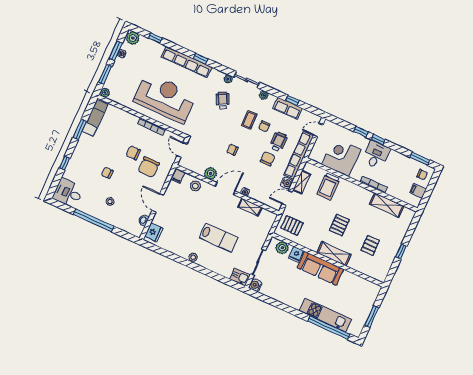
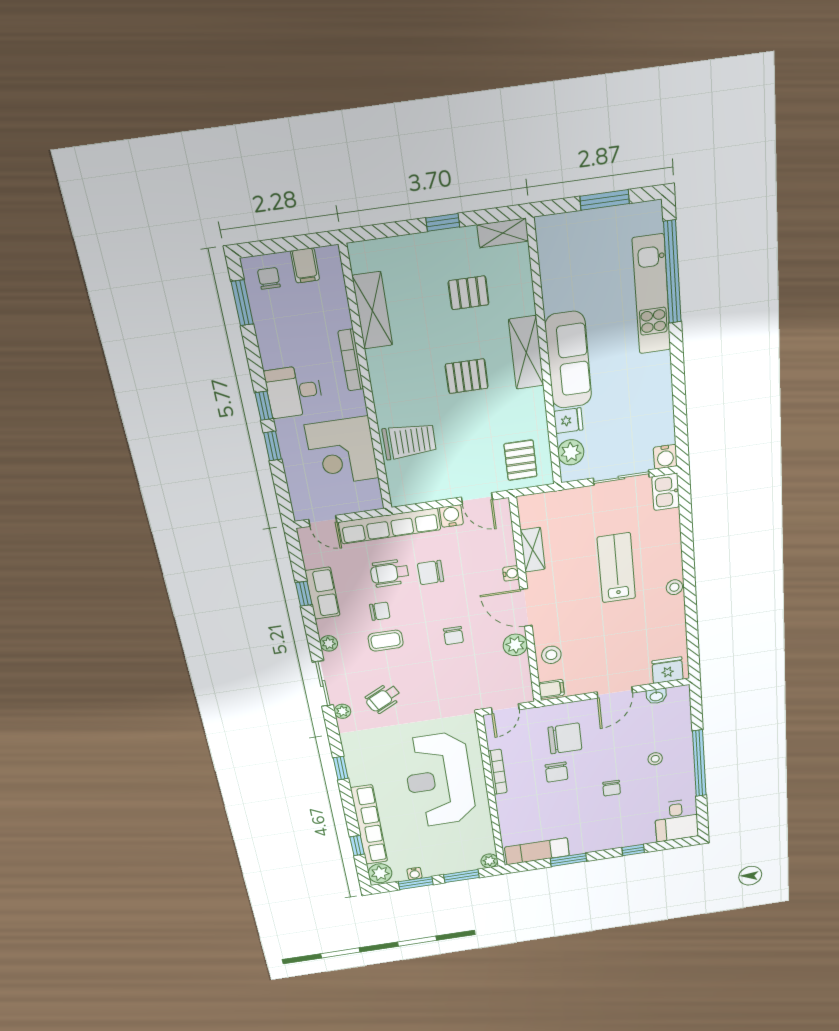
row of seats: (187, 62) -> (369, 825), moved
shelving: (302, 182) -> (503, 233), moved

